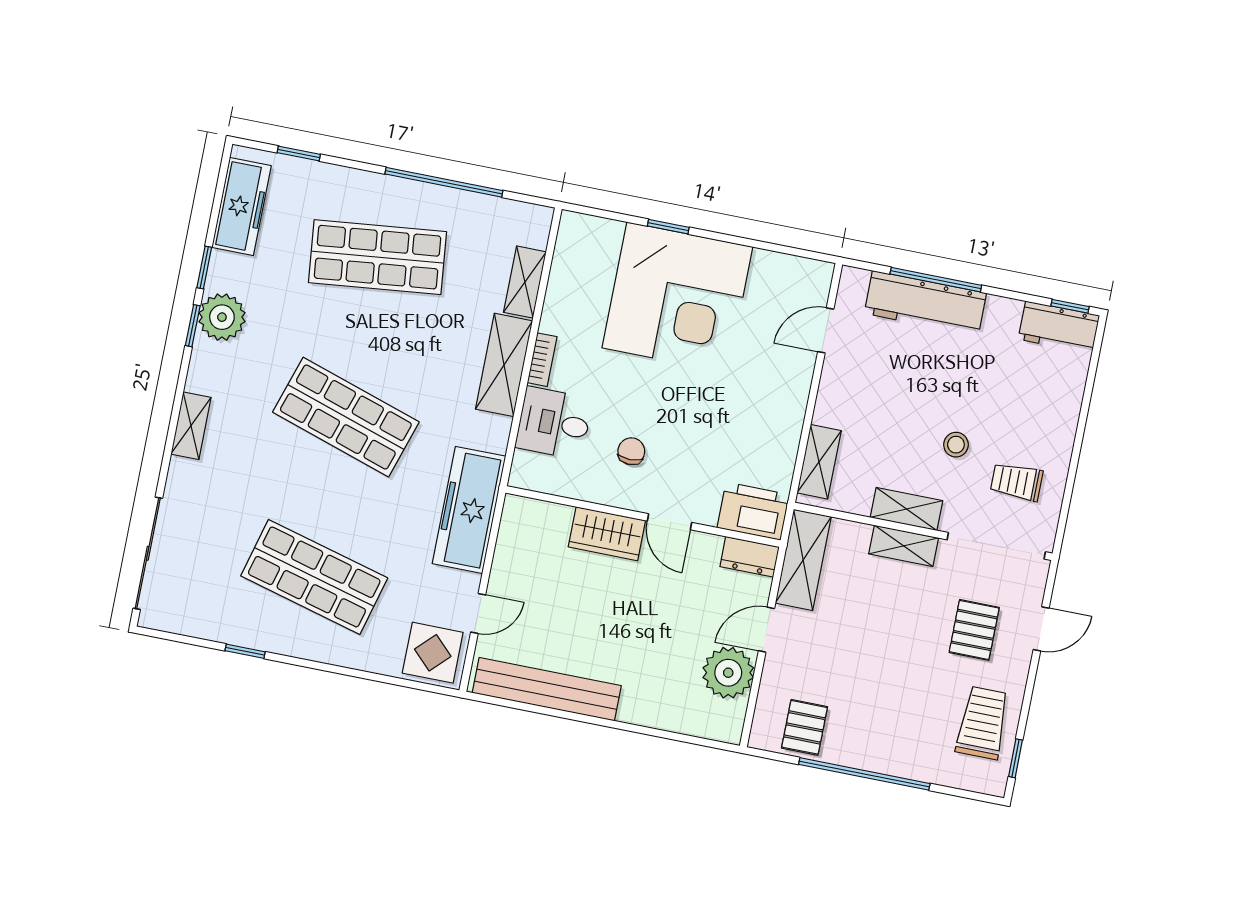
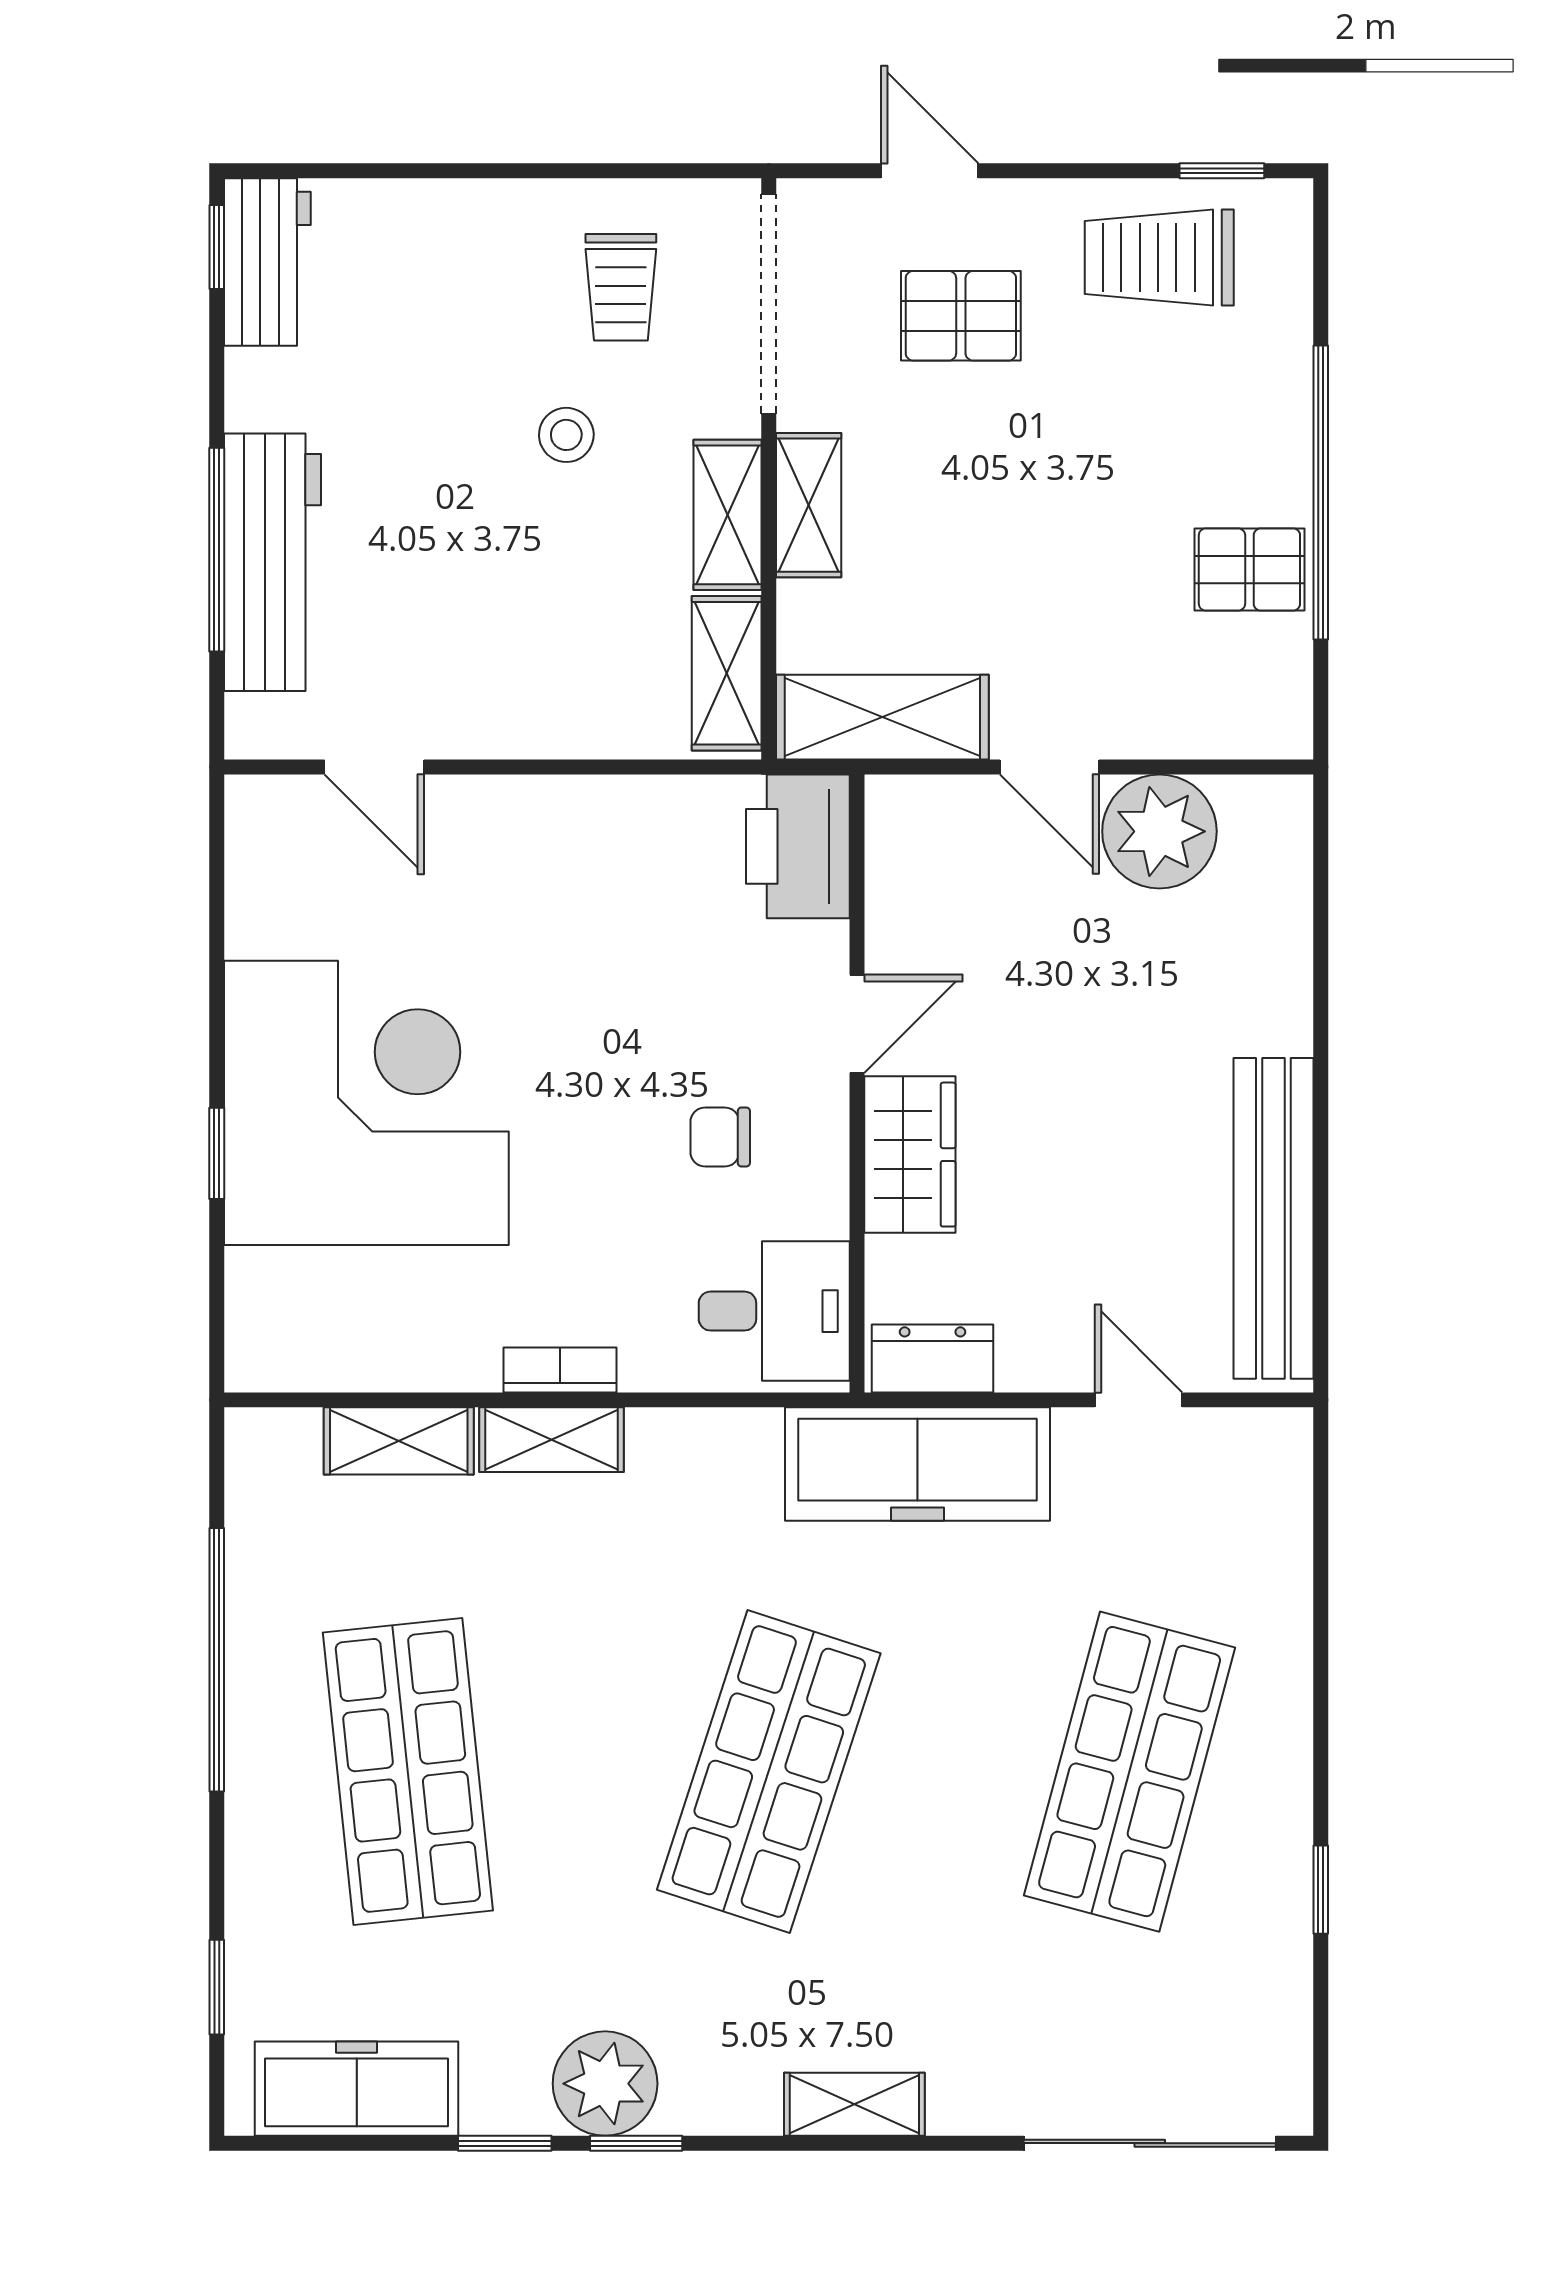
shelving: (504, 365) -> (552, 1440), width x0.67, depth x0.75
desk: (554, 423) -> (774, 1311), moved, turned -90
shelving: (819, 462) -> (727, 673), moved, turned 90
dresser: (750, 557) -> (933, 1358), moved, turned -90
display table: (433, 653) -> (1243, 1482), removed
pallet: (805, 727) -> (1249, 569), moved

